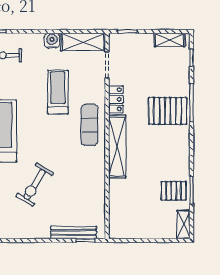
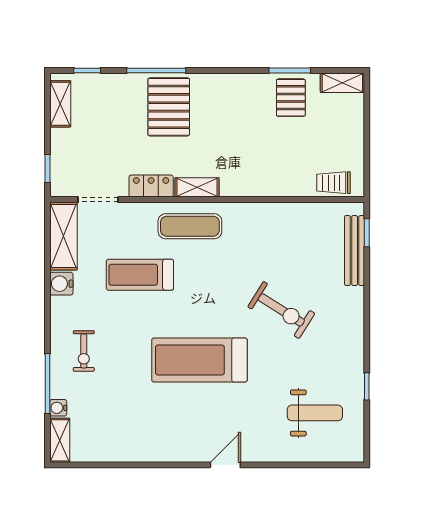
shelving: (117, 147) -> (197, 187), width x0.45, depth x0.75
trolley: (118, 219) -> (333, 183), added

